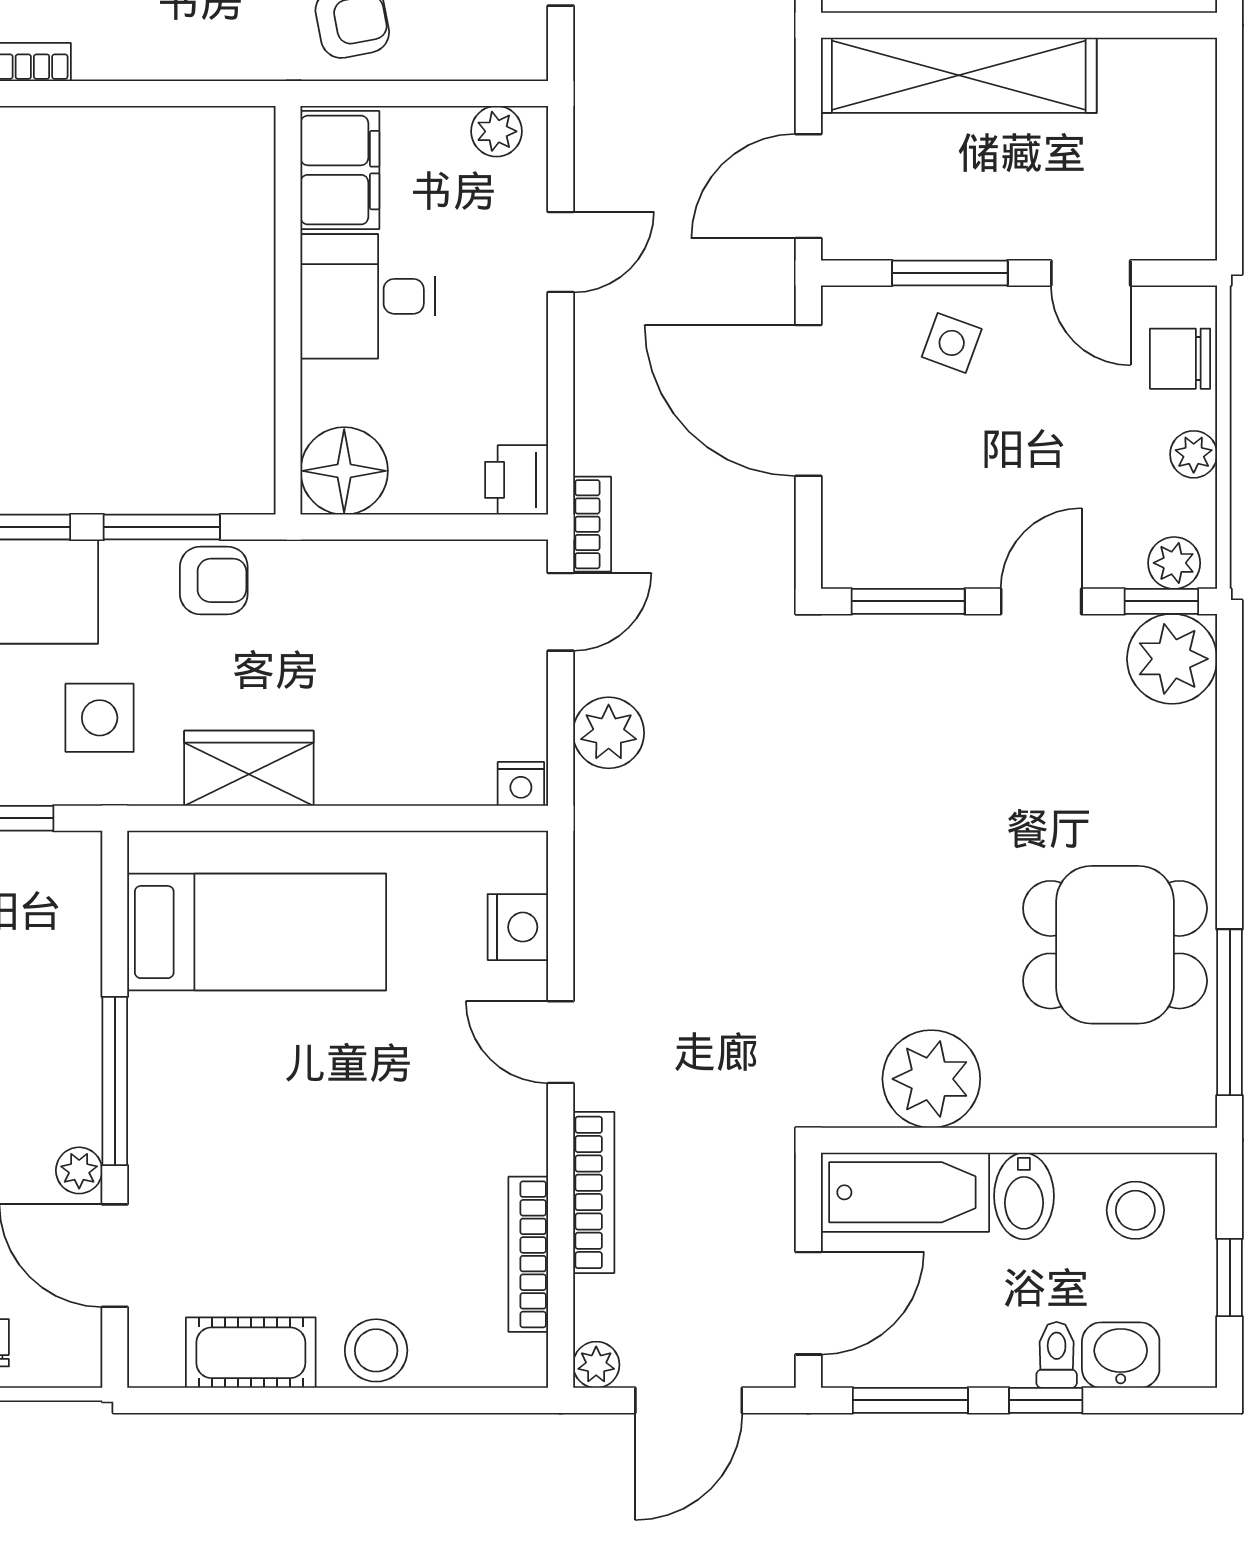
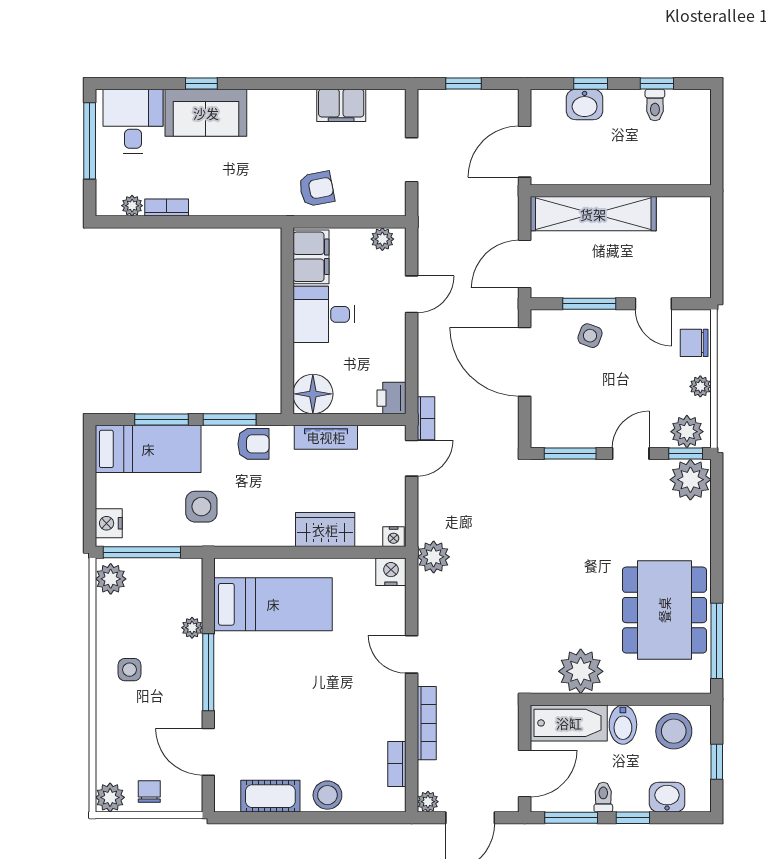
plant: (1174, 563) -> (687, 432), width x1.38, depth x1.38
tv unit: (373, 566) -> (326, 437), added
plant: (609, 733) -> (434, 557), moved
wardrobe: (249, 768) -> (325, 530), moved
nightstand: (518, 927) -> (391, 572), moved, turned -90
dining table: (1115, 945) -> (664, 610), width x1.38
plant: (79, 1170) -> (192, 628), moved
stool: (1135, 1210) -> (674, 731), width x1.38, depth x1.38
bookcase: (528, 1254) -> (397, 764), width x0.64
toilet: (1057, 1355) -> (603, 797), moved

